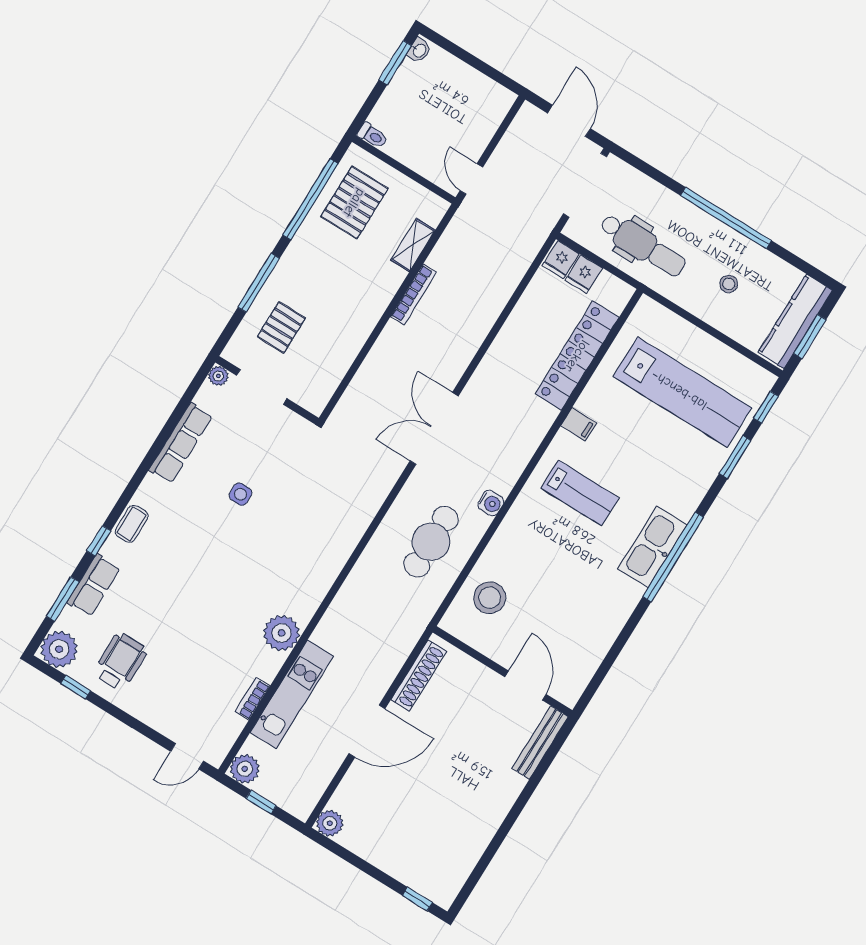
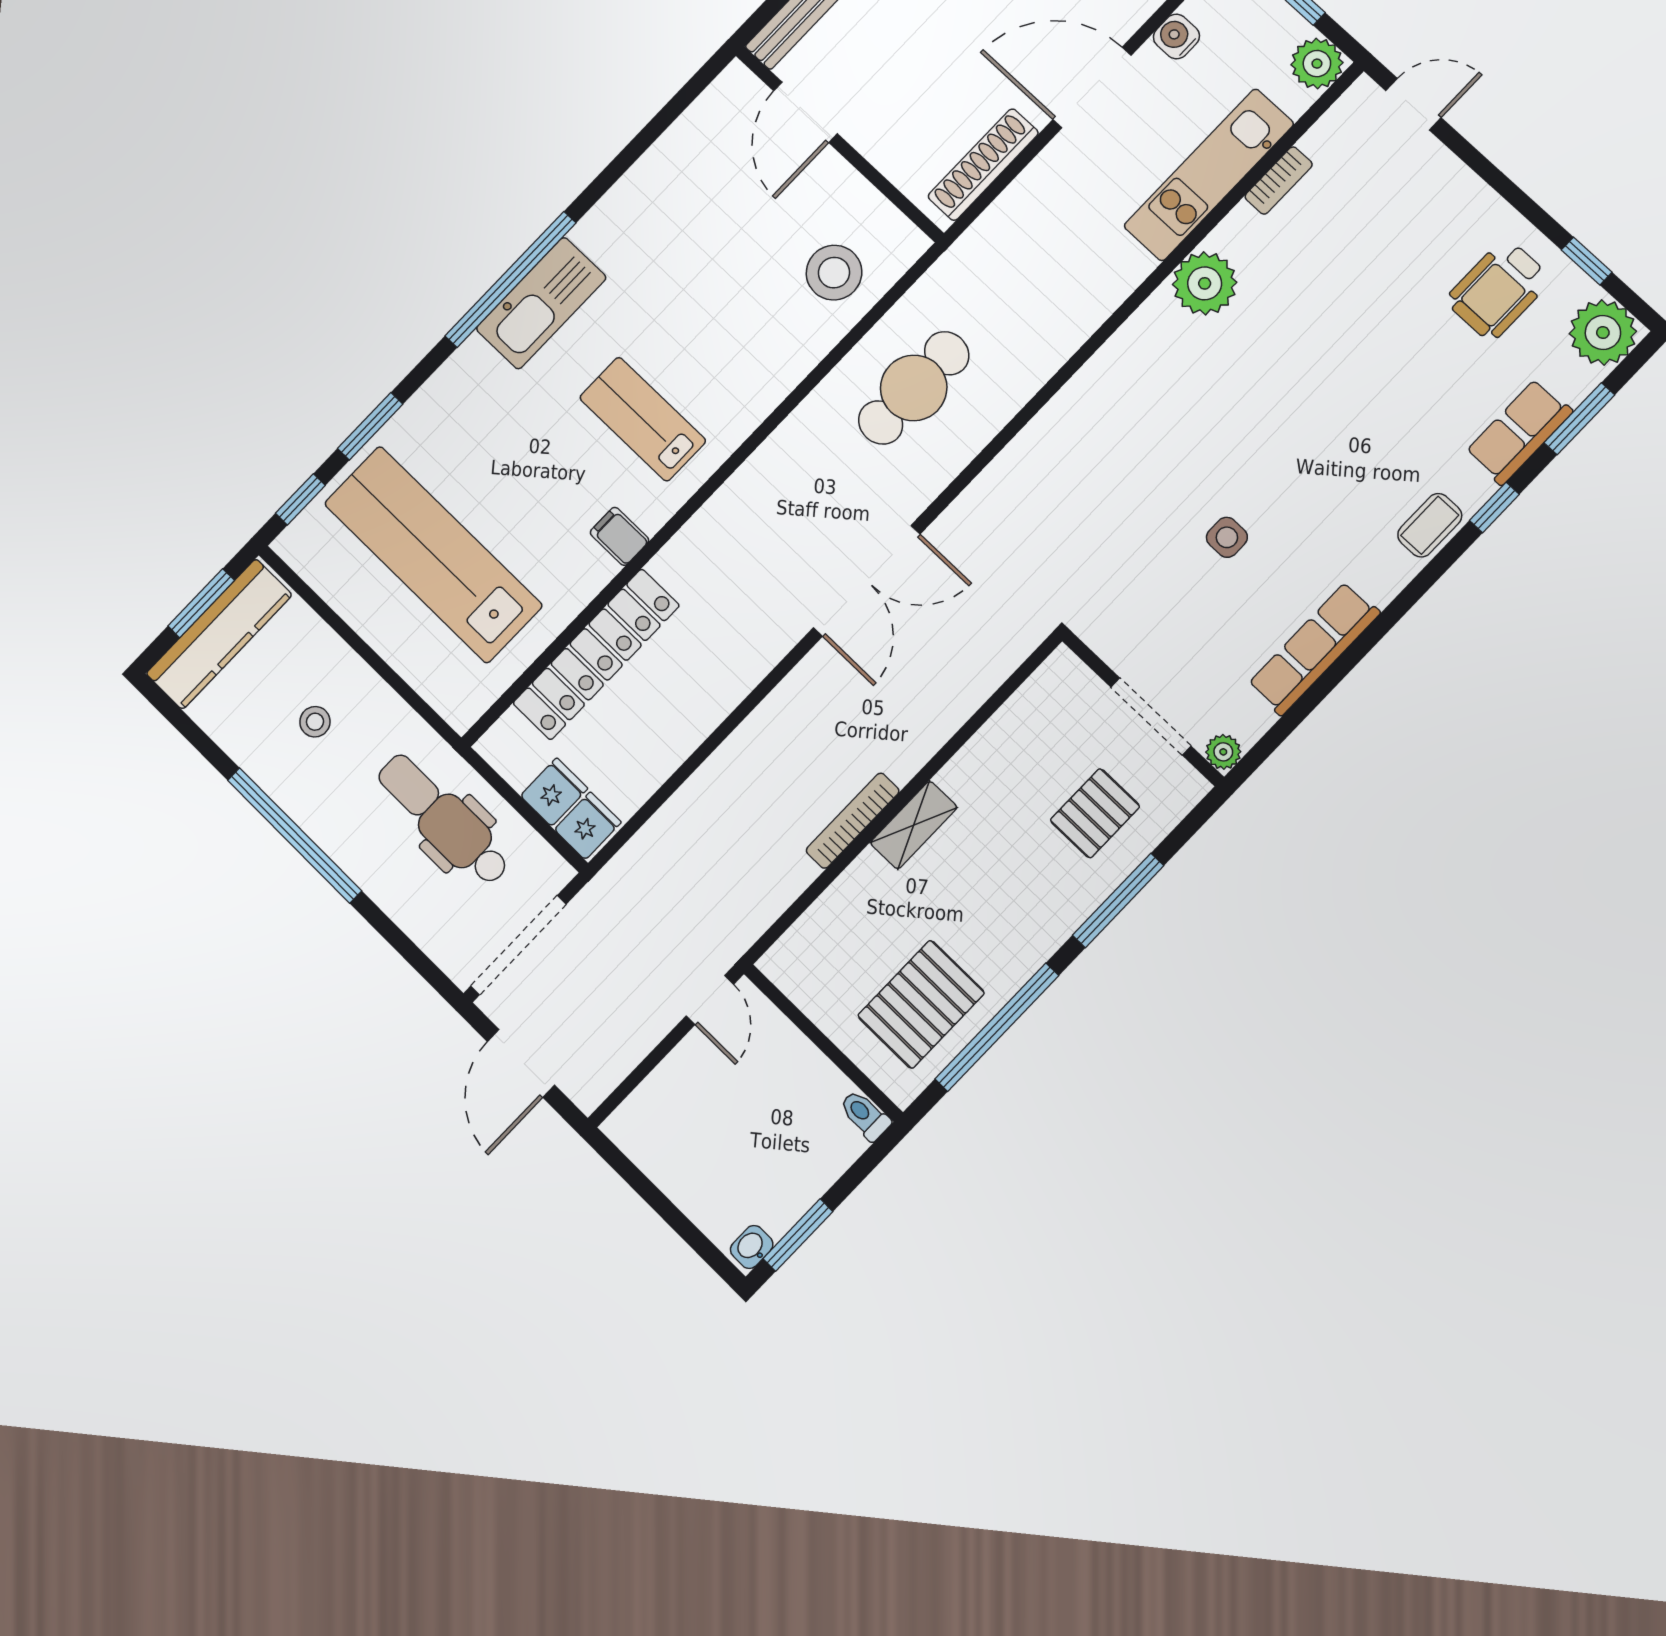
shelving: (413, 245) -> (914, 825), moved
water cooler: (491, 503) -> (1176, 36), moved

